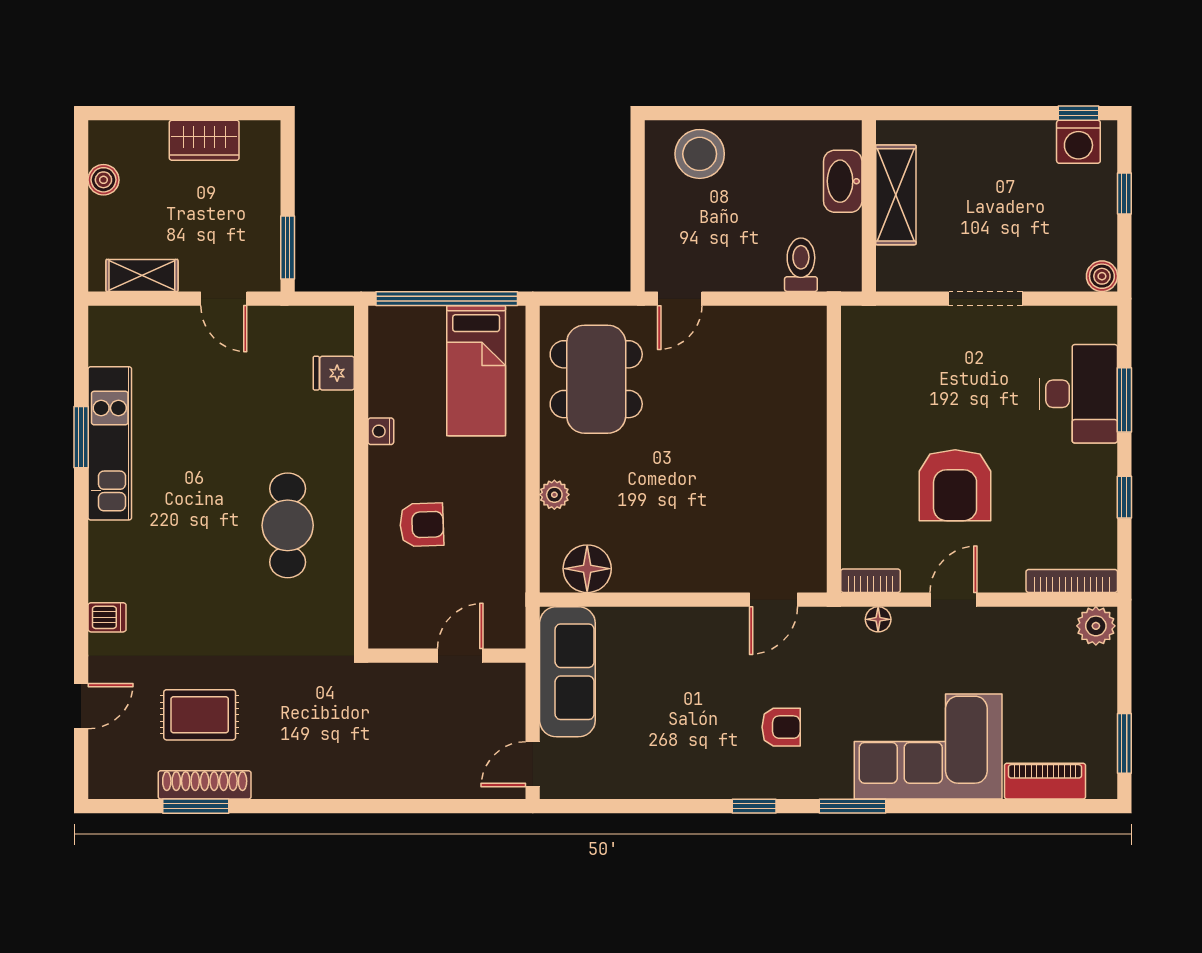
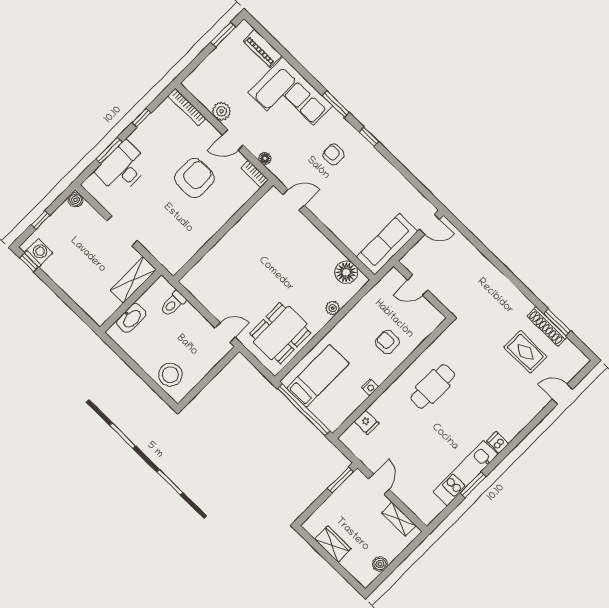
shelving: (896, 195) -> (133, 280), moved
dishwasher: (107, 617) -> (498, 442), moved
plant: (1096, 626) -> (222, 111), moved

